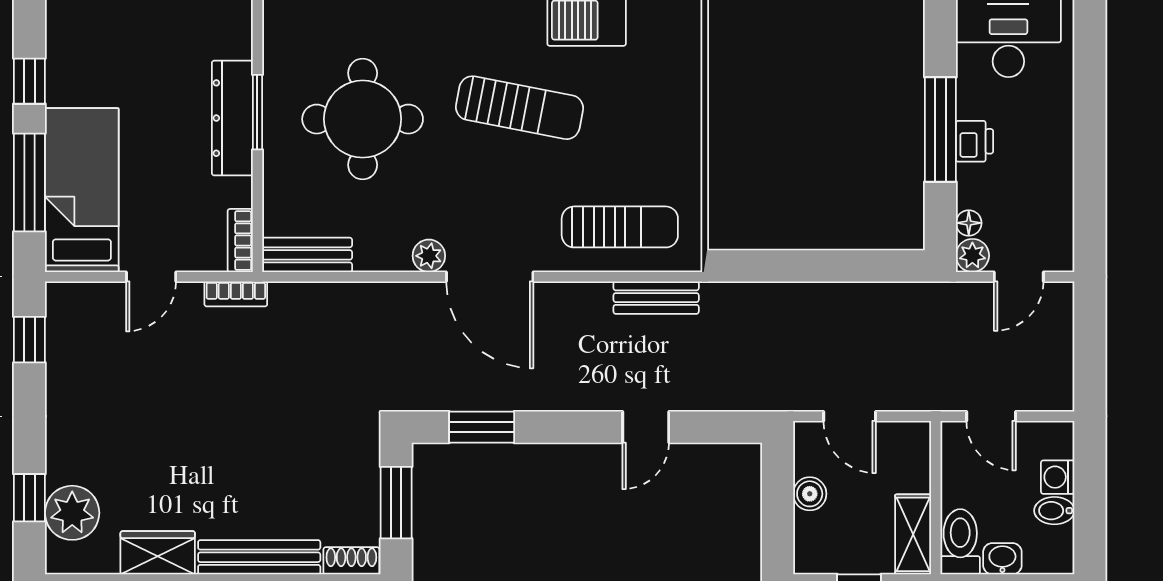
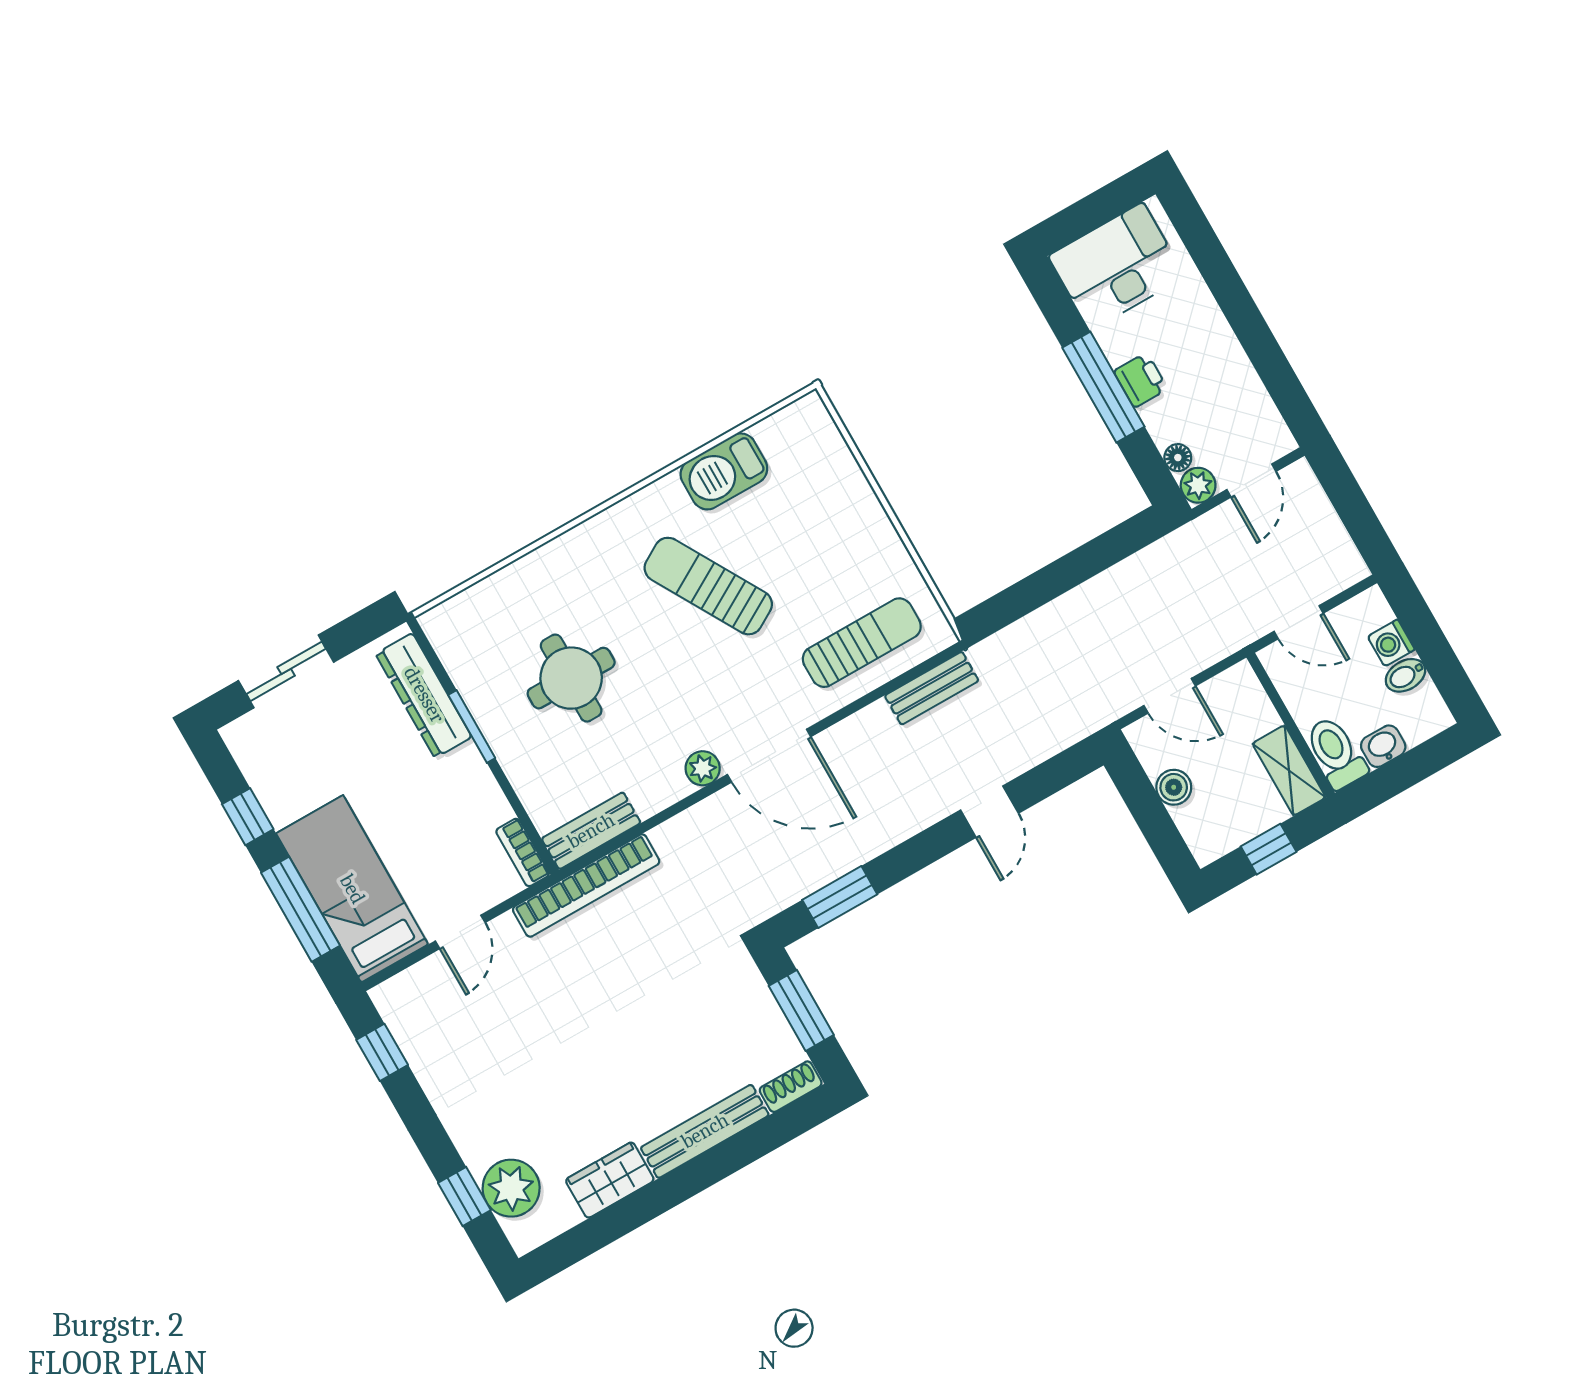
sun lounger: (519, 108) -> (708, 586), turned -131
dresser: (232, 118) -> (424, 695), moved
round table: (363, 119) -> (571, 678), width x0.73, depth x0.73
bookcase: (236, 294) -> (586, 886), width x2.31, depth x1.31

